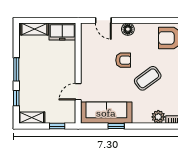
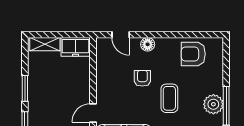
armchair: (123, 60) -> (142, 78), turned -90
coffee table: (148, 78) -> (169, 98), turned -54

